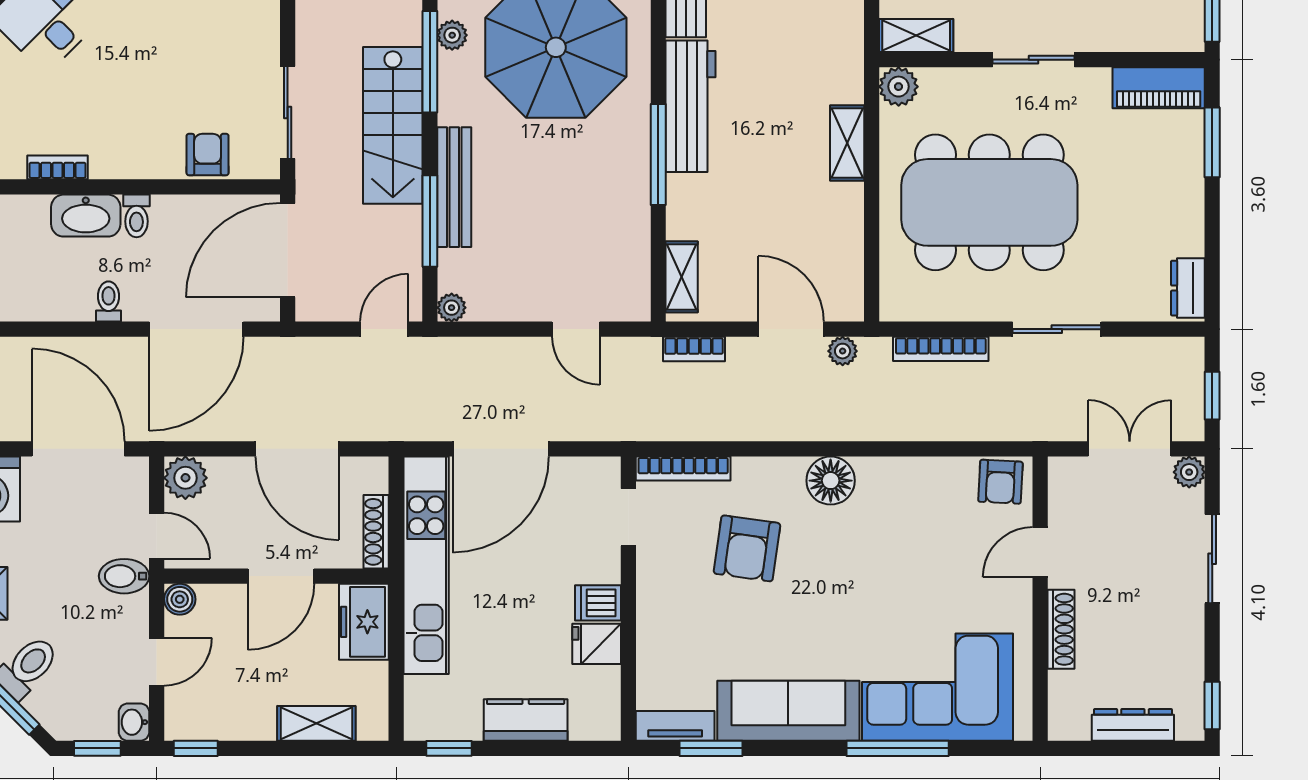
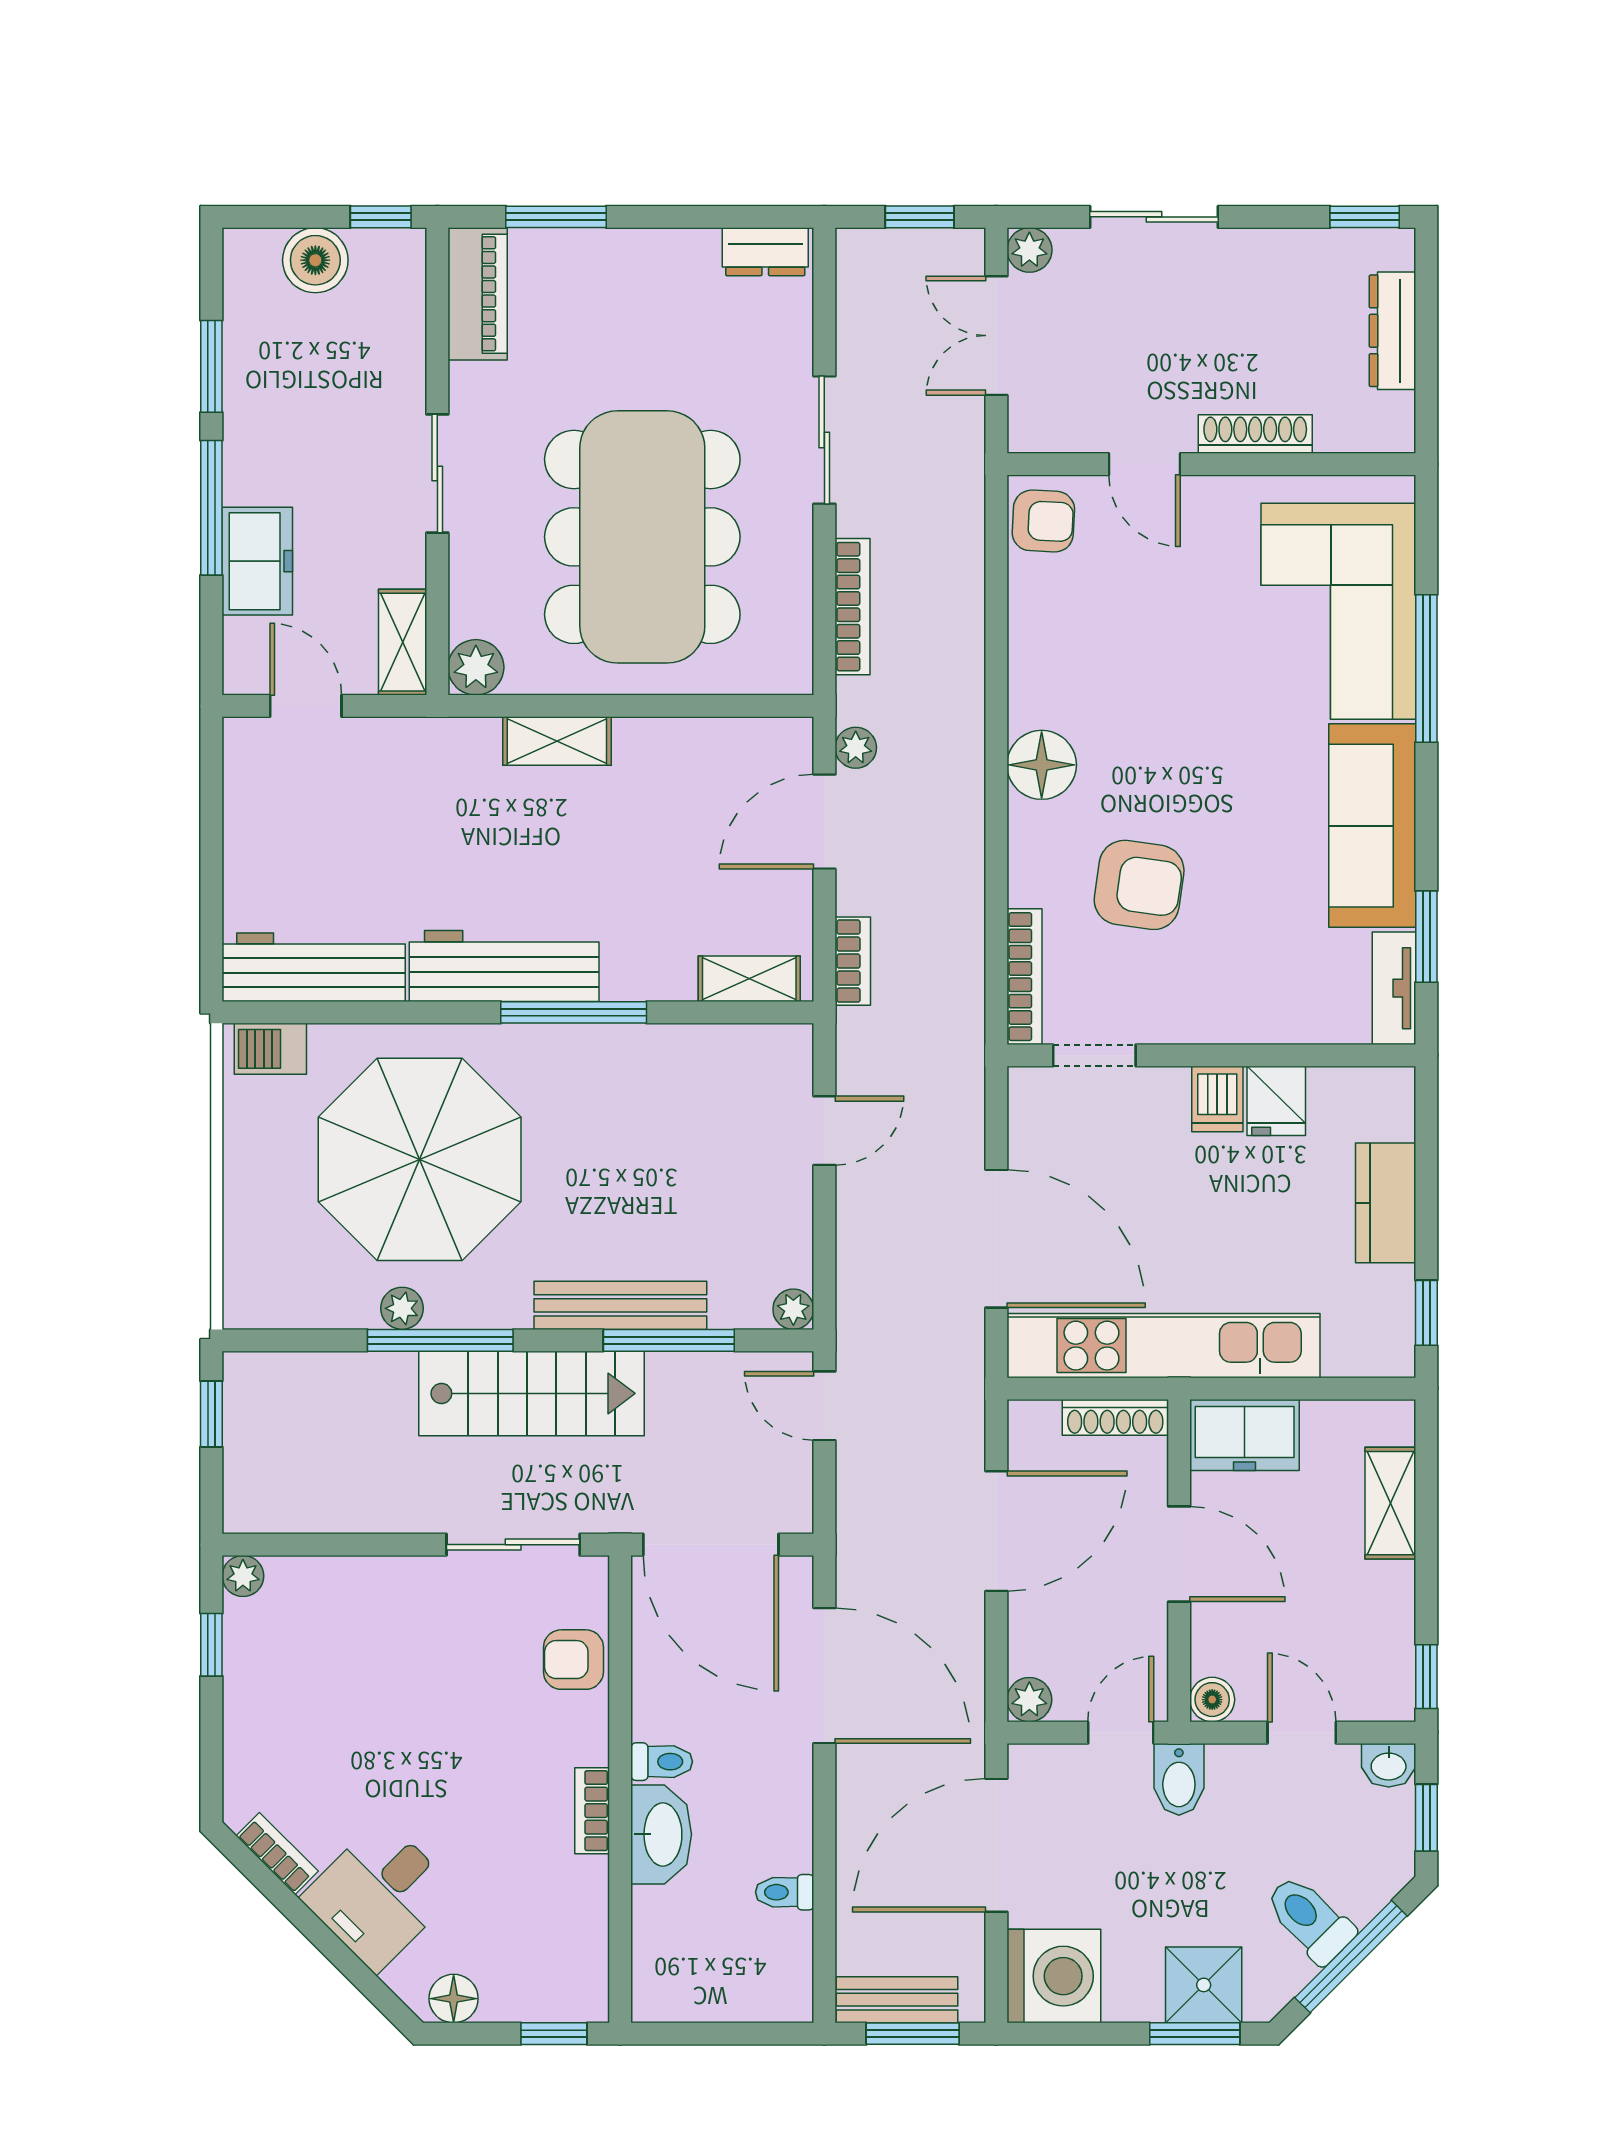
bookcase: (58, 167) -> (592, 1811), moved
toilet: (109, 302) -> (785, 1892), moved
plant: (185, 478) -> (1029, 1700), width x0.73, depth x0.73

